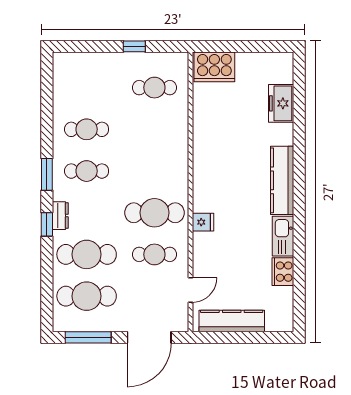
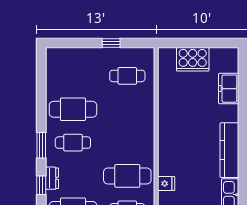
cooker: (214, 67) -> (193, 59), moved
cafe table: (87, 129) -> (73, 109), width x1.37, depth x1.35

